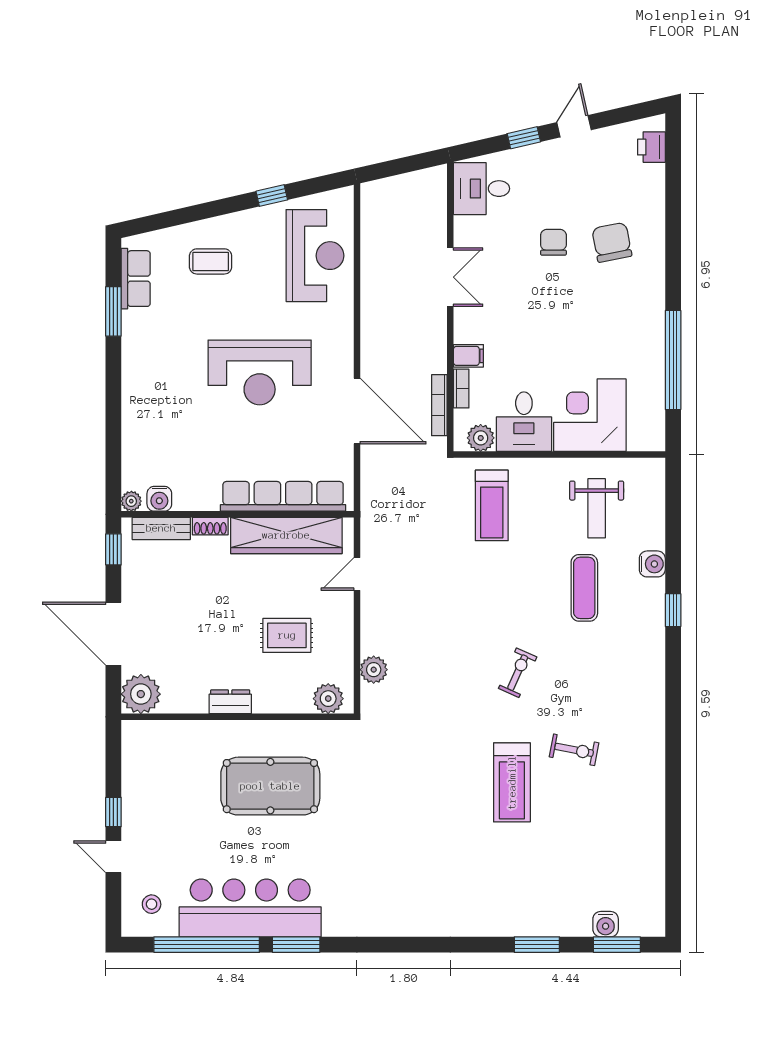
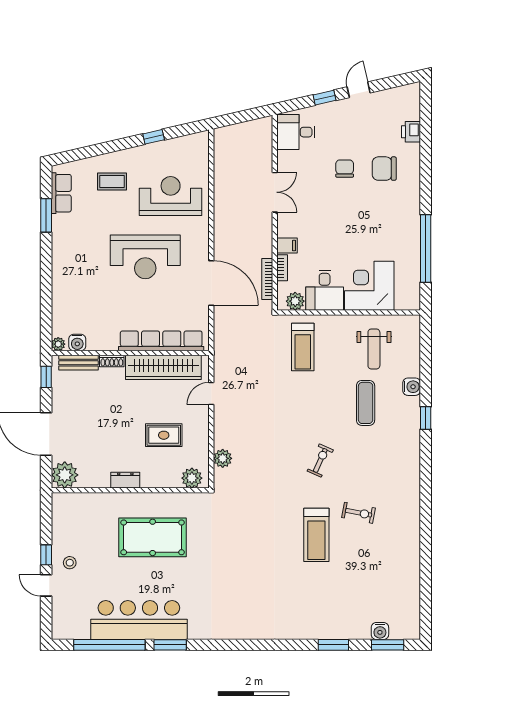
printer: (651, 147) -> (411, 132), moved
chair: (612, 242) -> (384, 169), turned -79
reception desk: (315, 256) -> (171, 196), moved, turned -90
stool: (152, 904) -> (70, 563), moved

